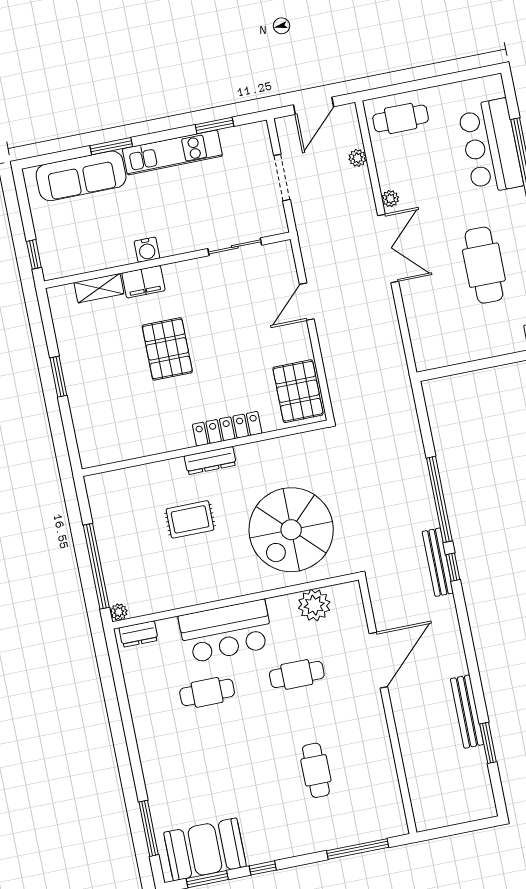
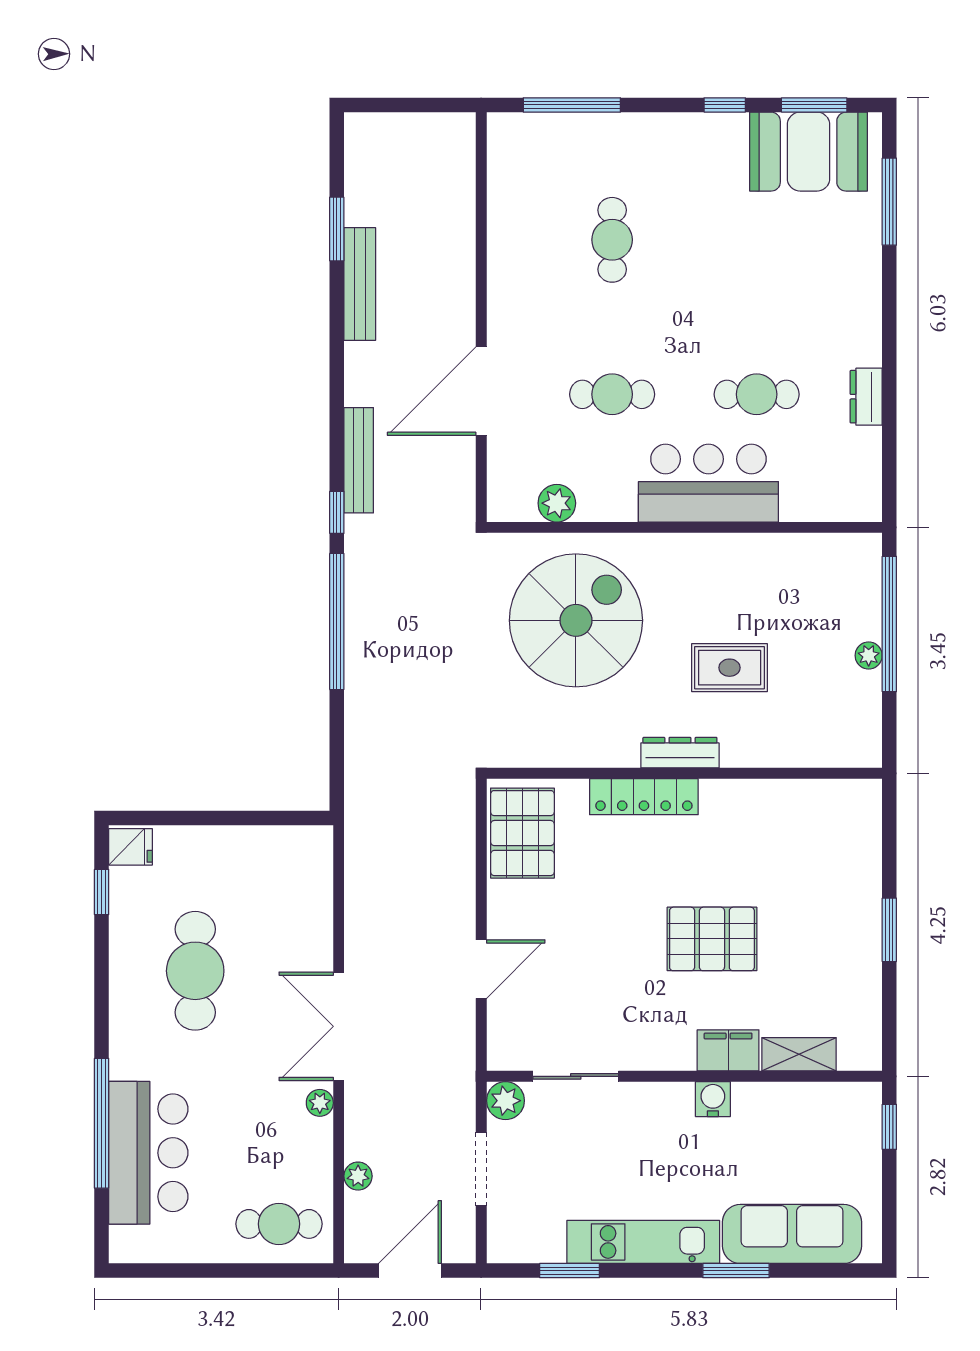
plant: (275, 223) -> (505, 1101), added
pallet: (167, 349) -> (712, 939), turned 90
bench: (438, 562) -> (359, 460), moved
plant: (314, 605) -> (557, 503), width x0.73, depth x0.73
plant: (119, 612) -> (869, 655), moved
dresser: (139, 634) -> (866, 397), moved, turned -90

